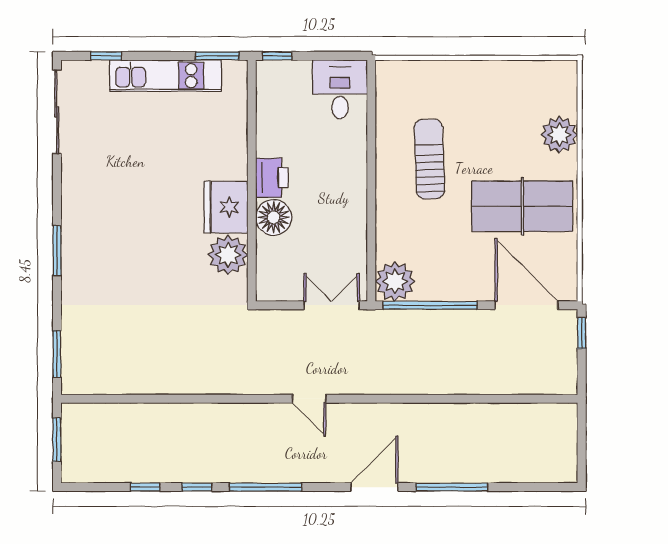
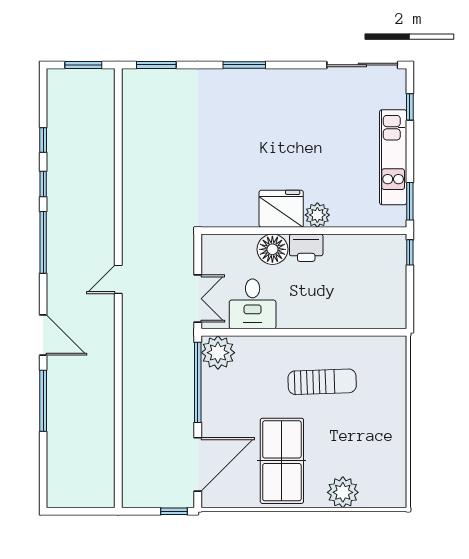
desk: (340, 89) -> (253, 304), moved, turned 90
plant: (228, 255) -> (317, 215), moved, width x0.73, depth x0.73

